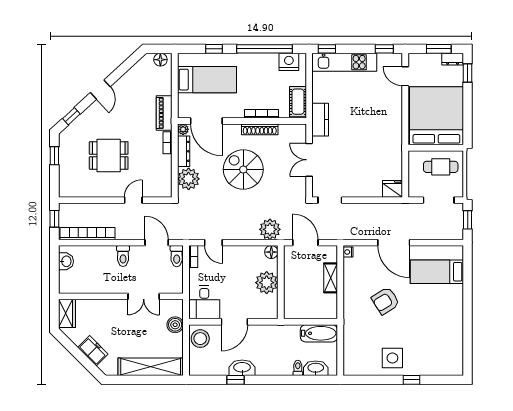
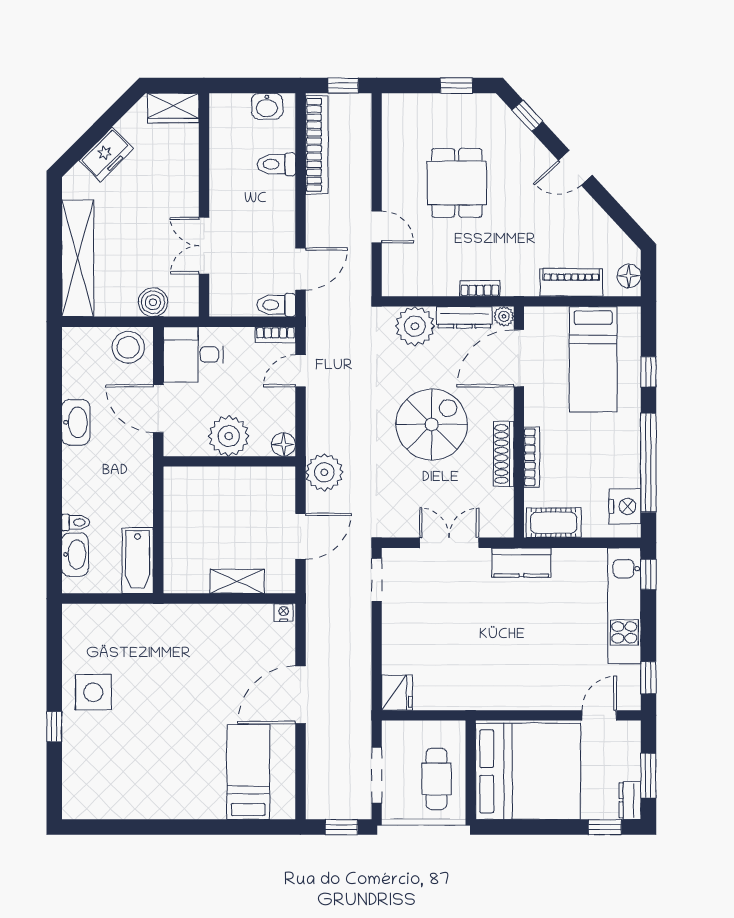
piano: (164, 113) -> (571, 282), moved
floor lamp: (271, 252) -> (284, 444), moved
toilet: (123, 256) -> (276, 164), moved
wall: (281, 282) -> (229, 461), moved
plant: (267, 283) -> (229, 436), moved
armchair: (385, 301) -> (196, 680), removed
window: (236, 380) -> (54, 411), removed

